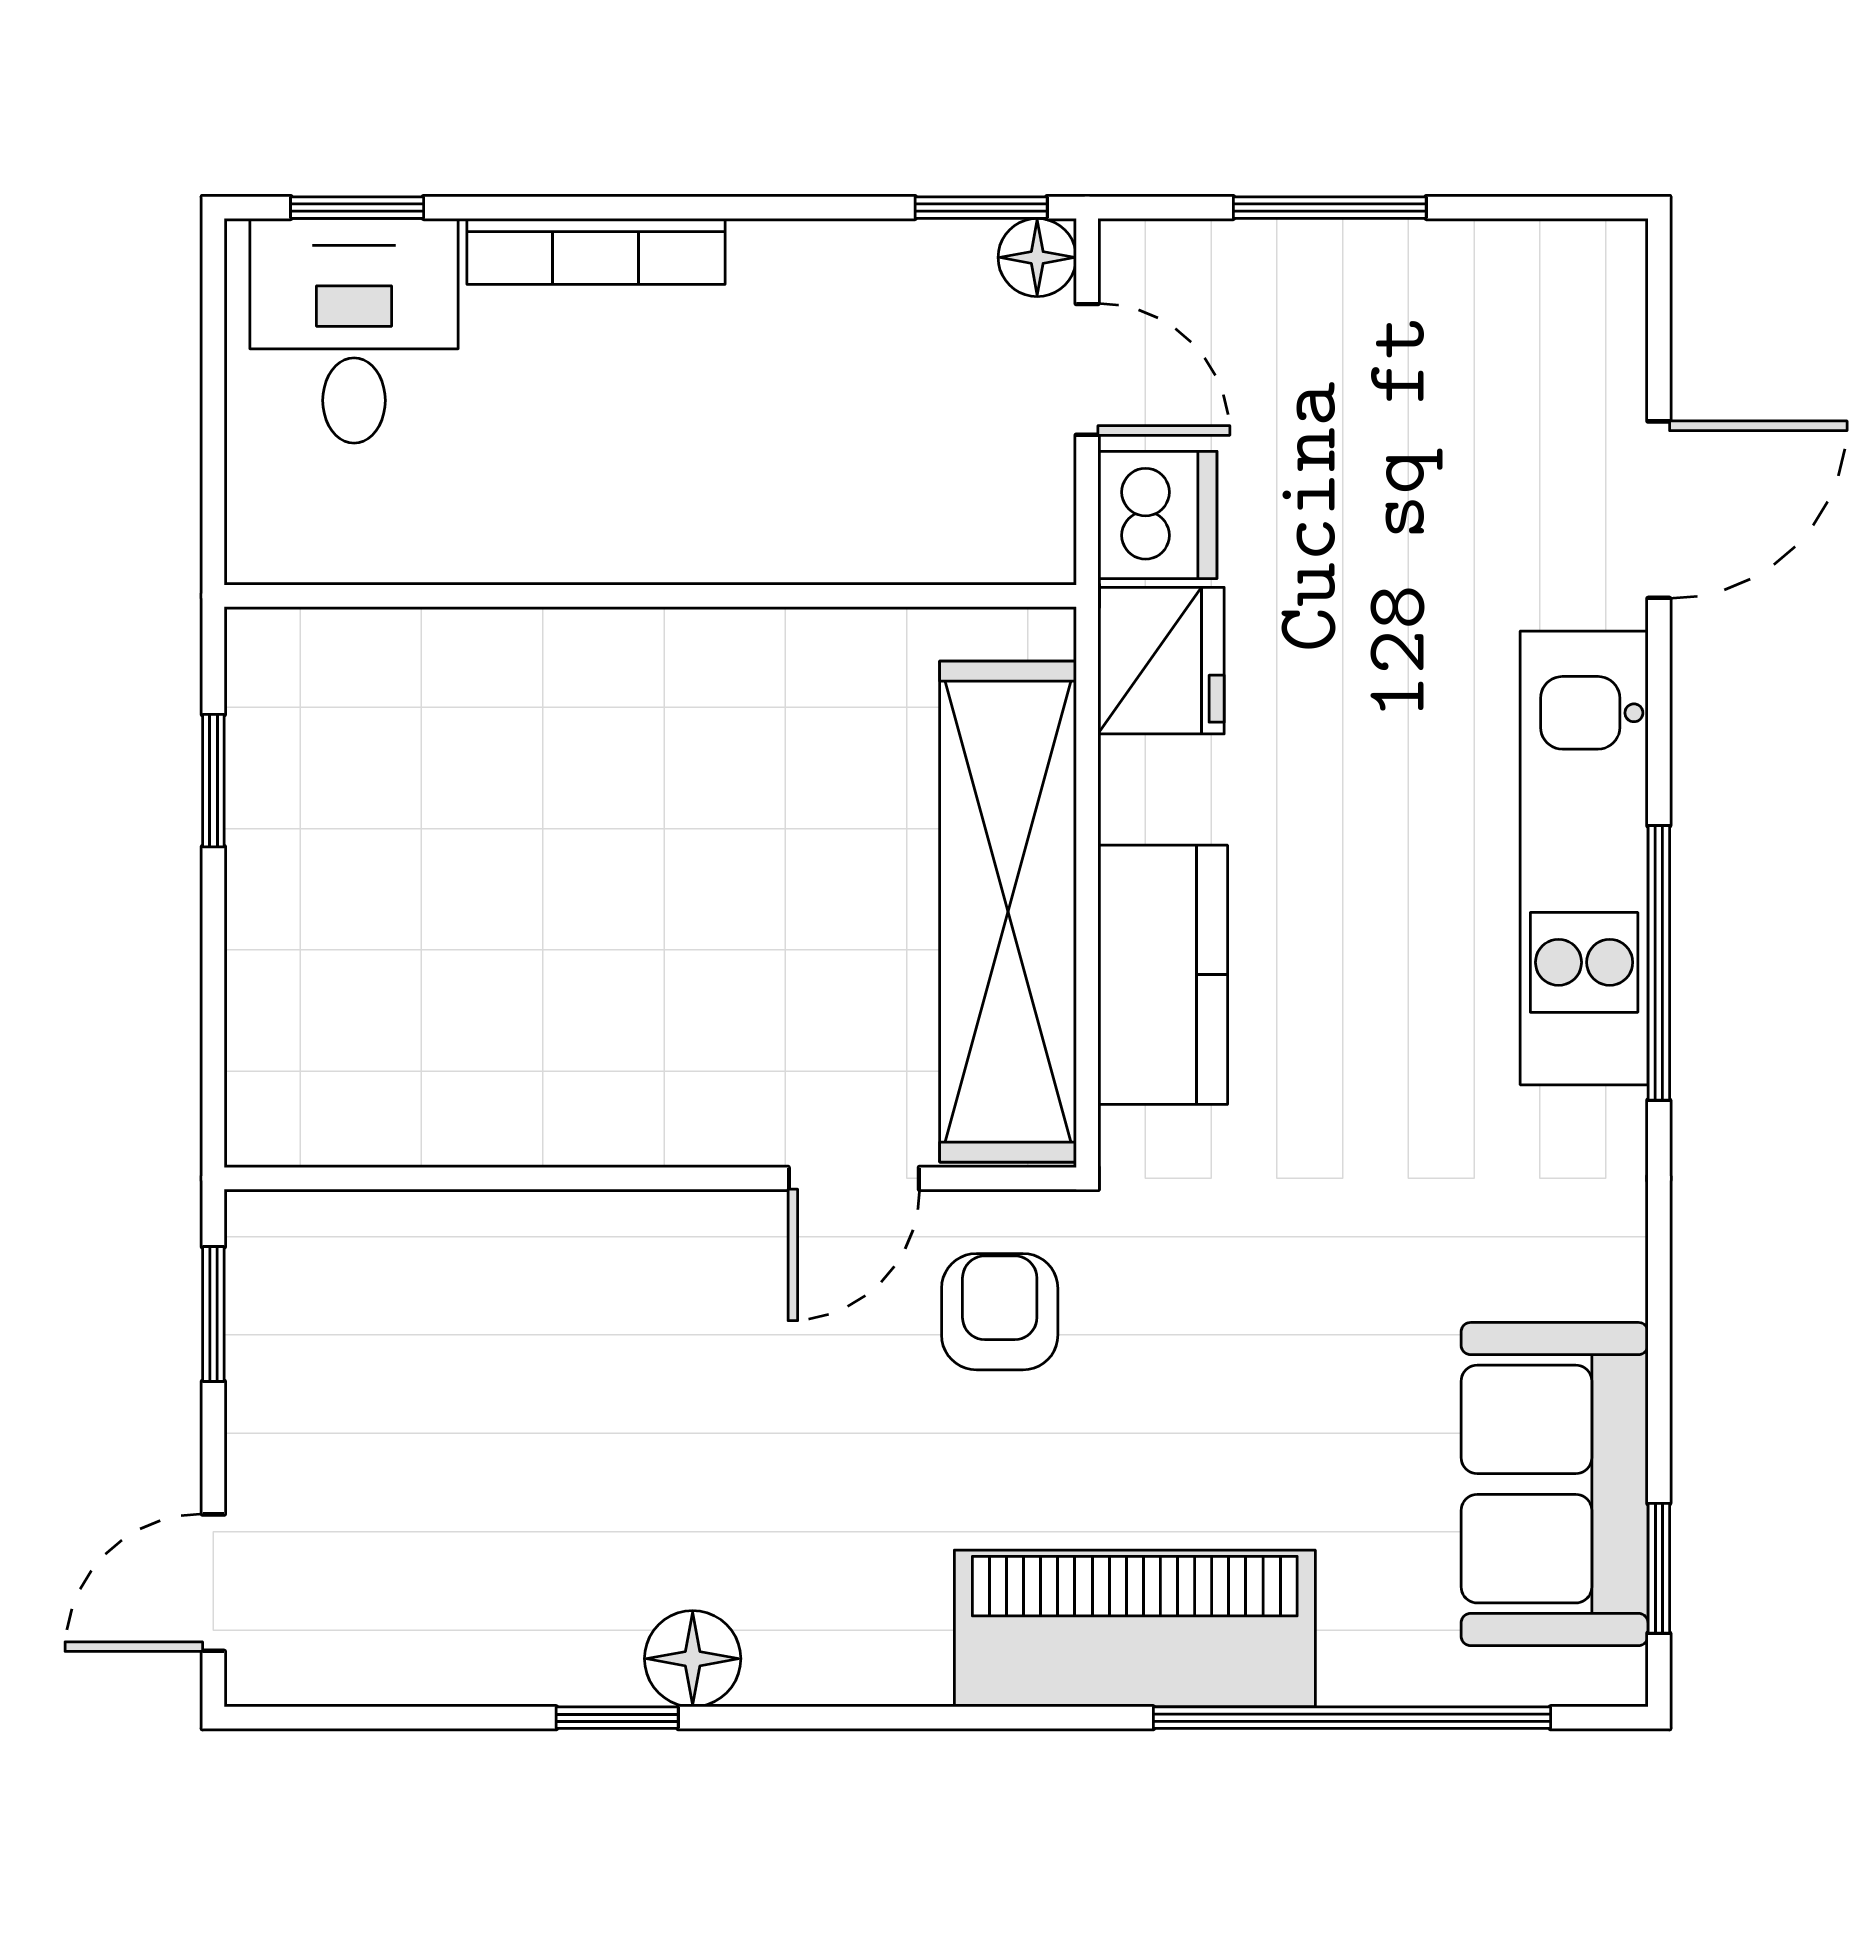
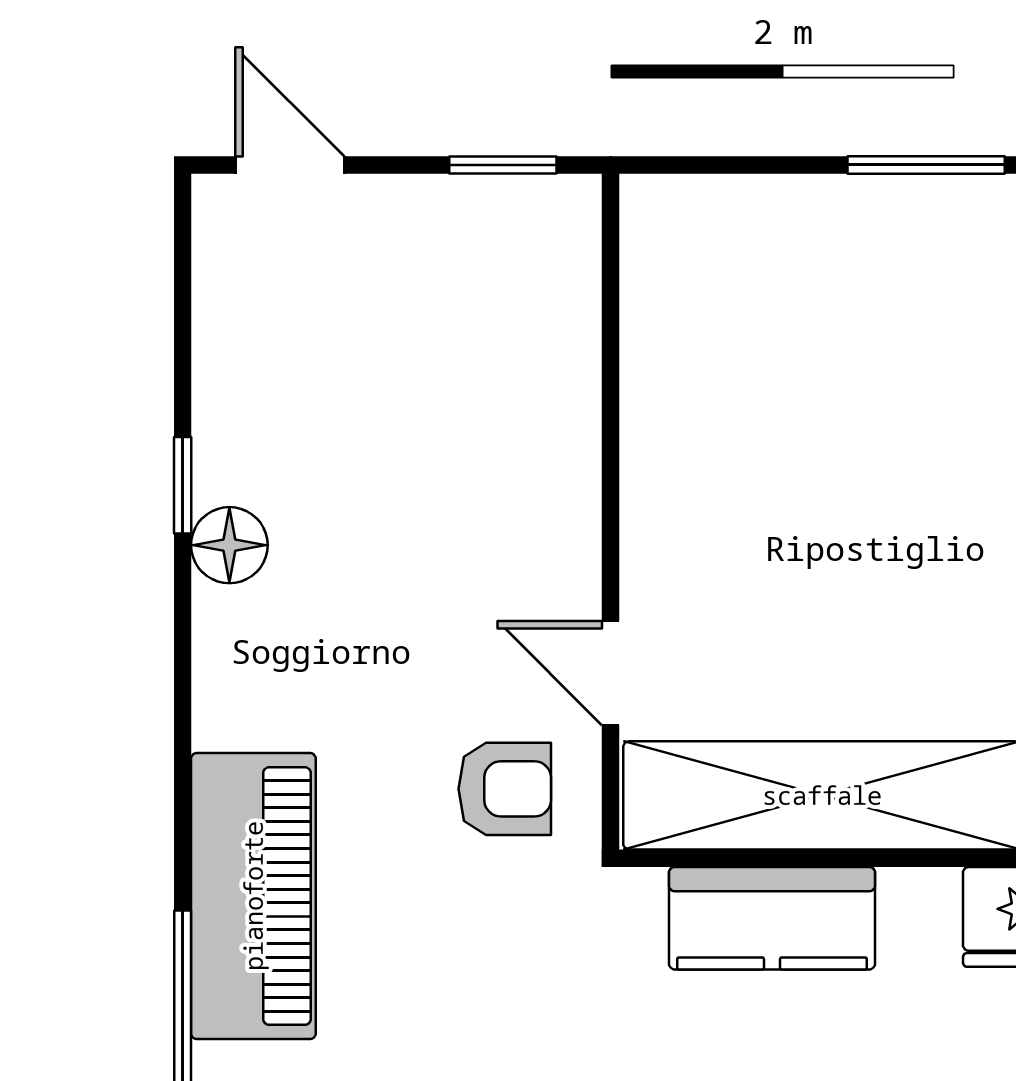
window: (213, 781) -> (926, 165), width x1.50

